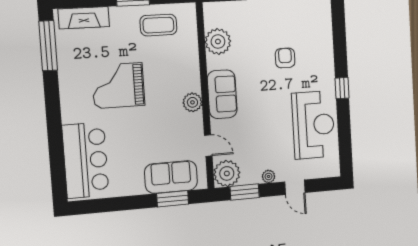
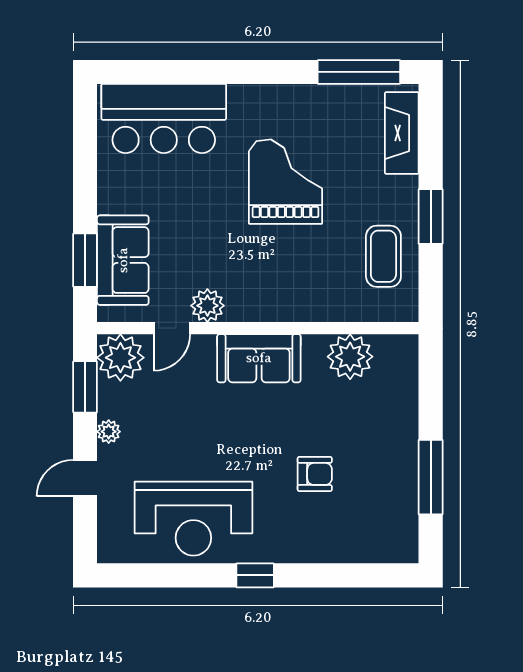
plant: (192, 102) -> (207, 306), moved

